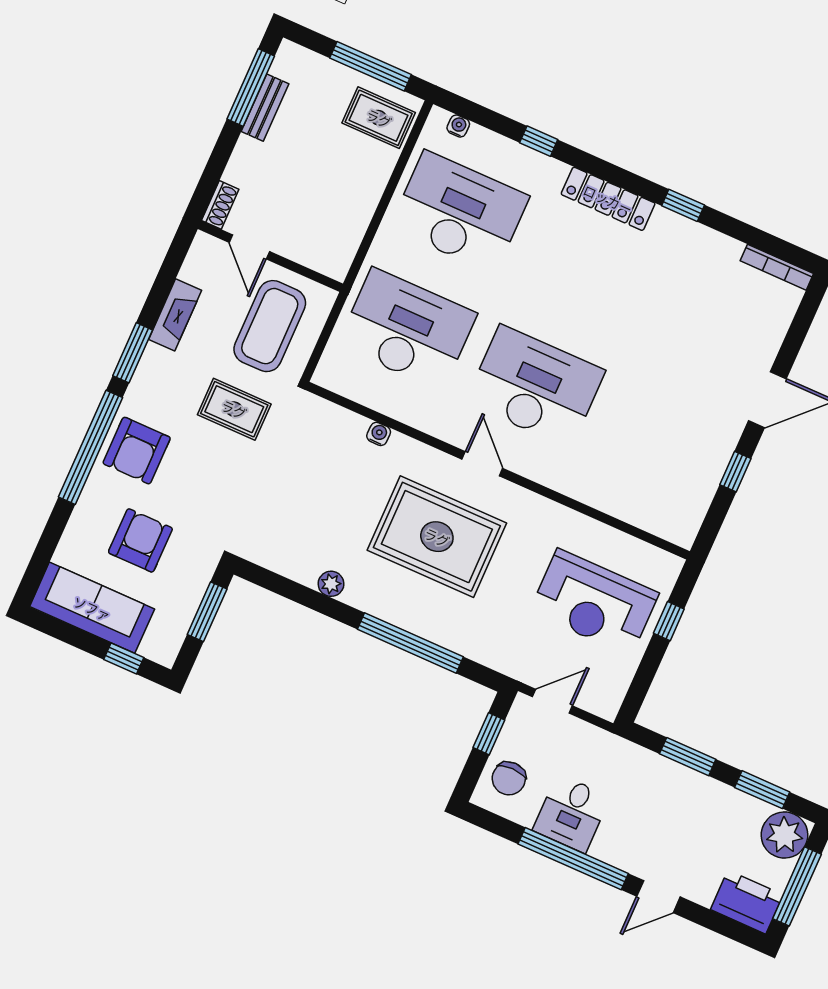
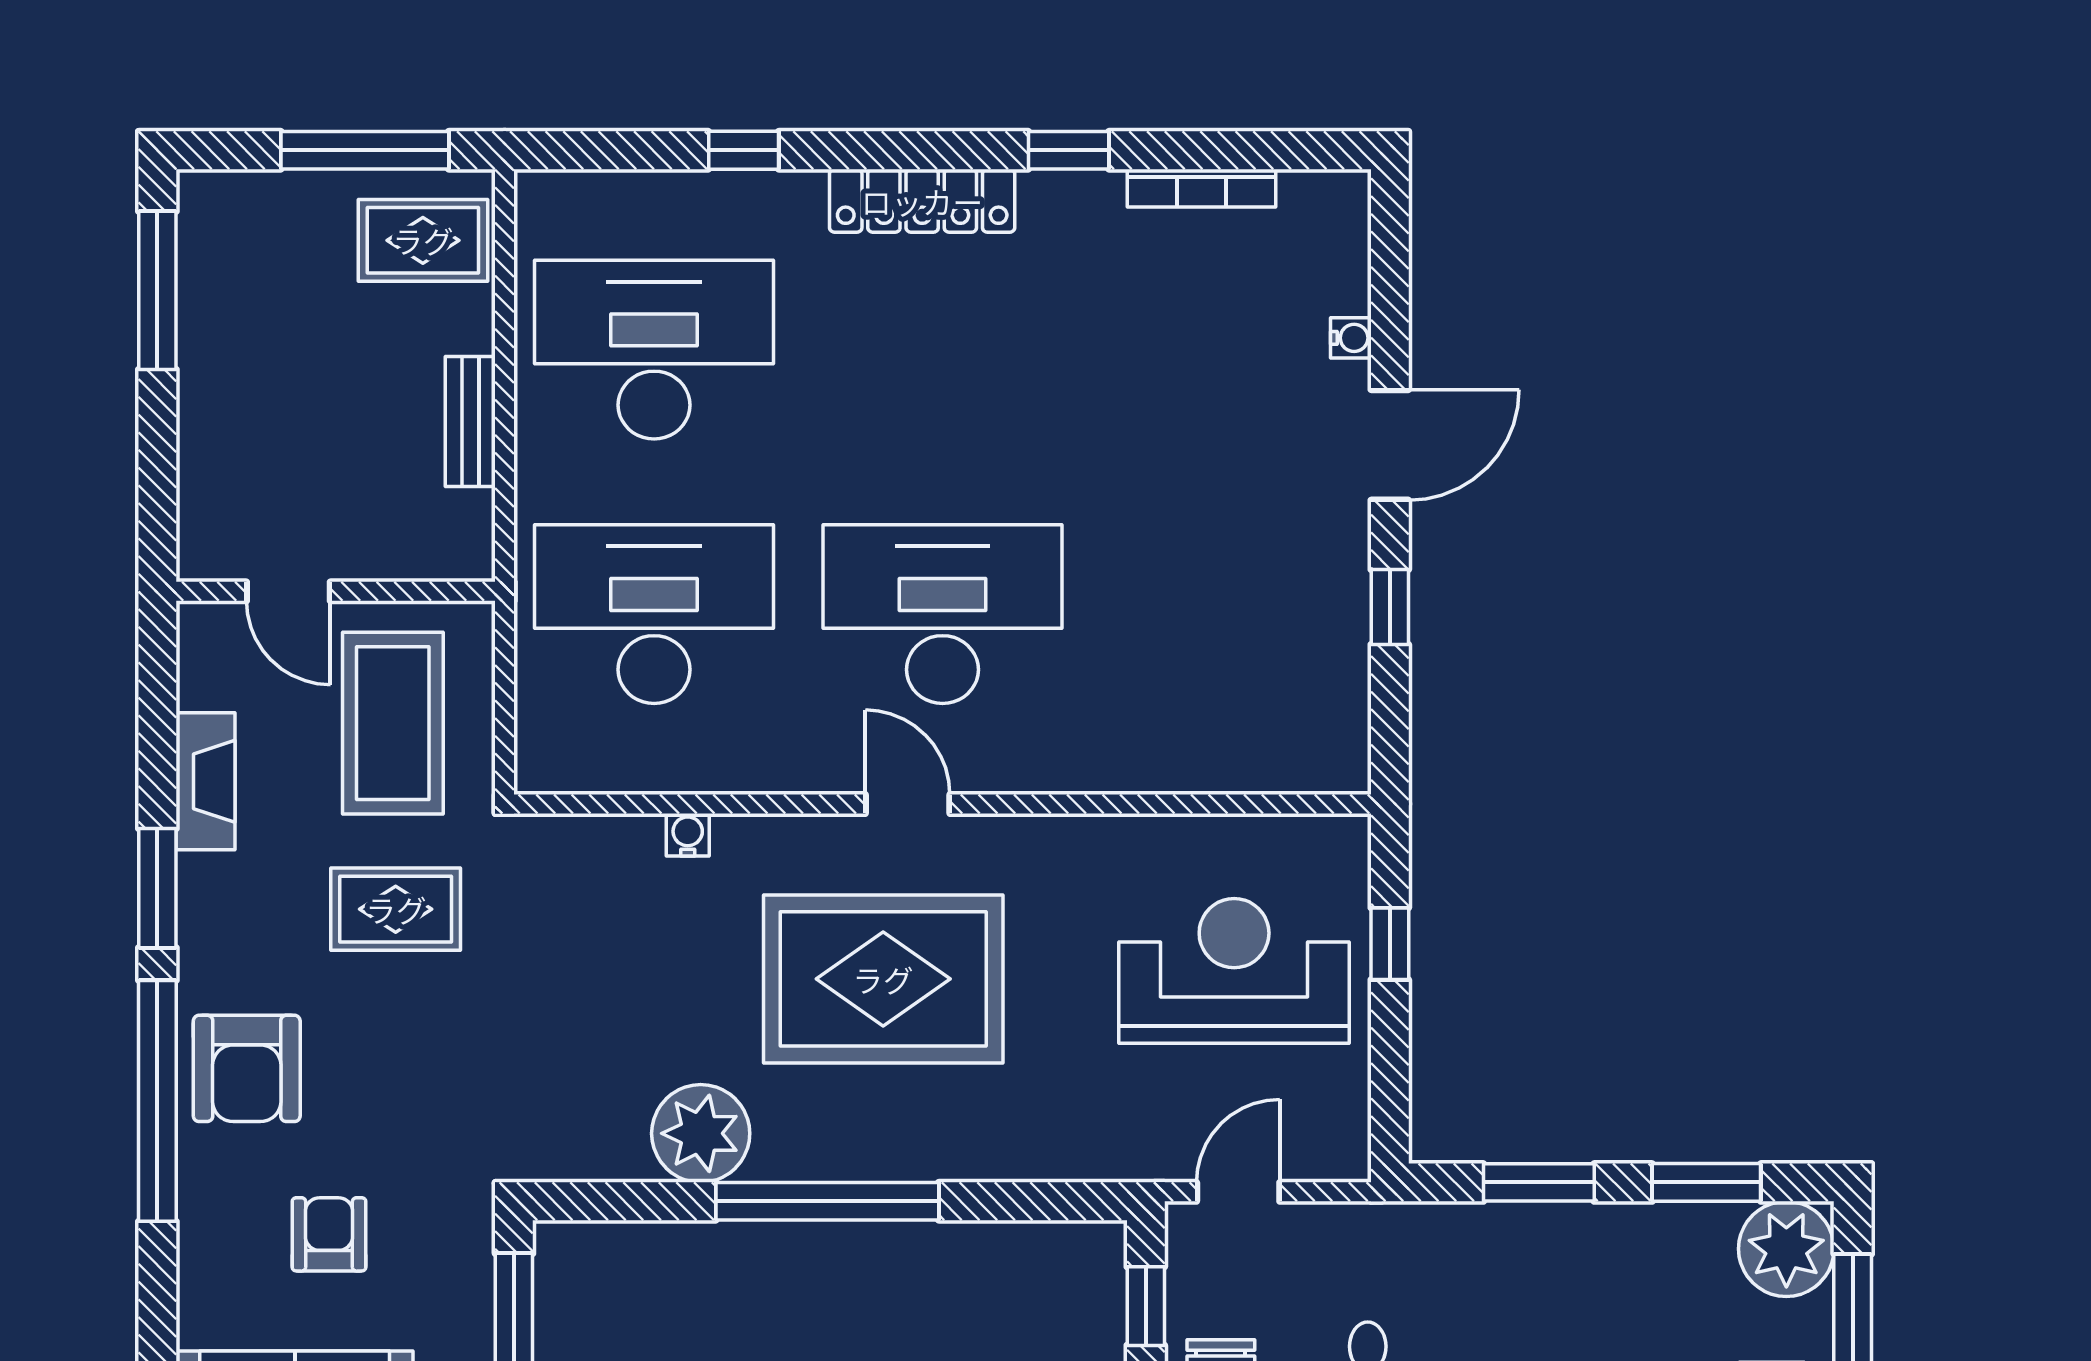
bench: (265, 108) -> (470, 421), moved
water cooler: (458, 126) -> (1351, 338), moved, turned 90
shoe rack: (220, 205) -> (198, 537), removed
bookcase: (777, 267) -> (1202, 188), moved
armchair: (140, 540) -> (329, 1234), width x0.72, depth x0.72
plant: (331, 584) -> (701, 1133), width x1.87, depth x1.87
reception desk: (594, 602) -> (1234, 971), turned 180
window: (410, 643) -> (827, 1201), moved

